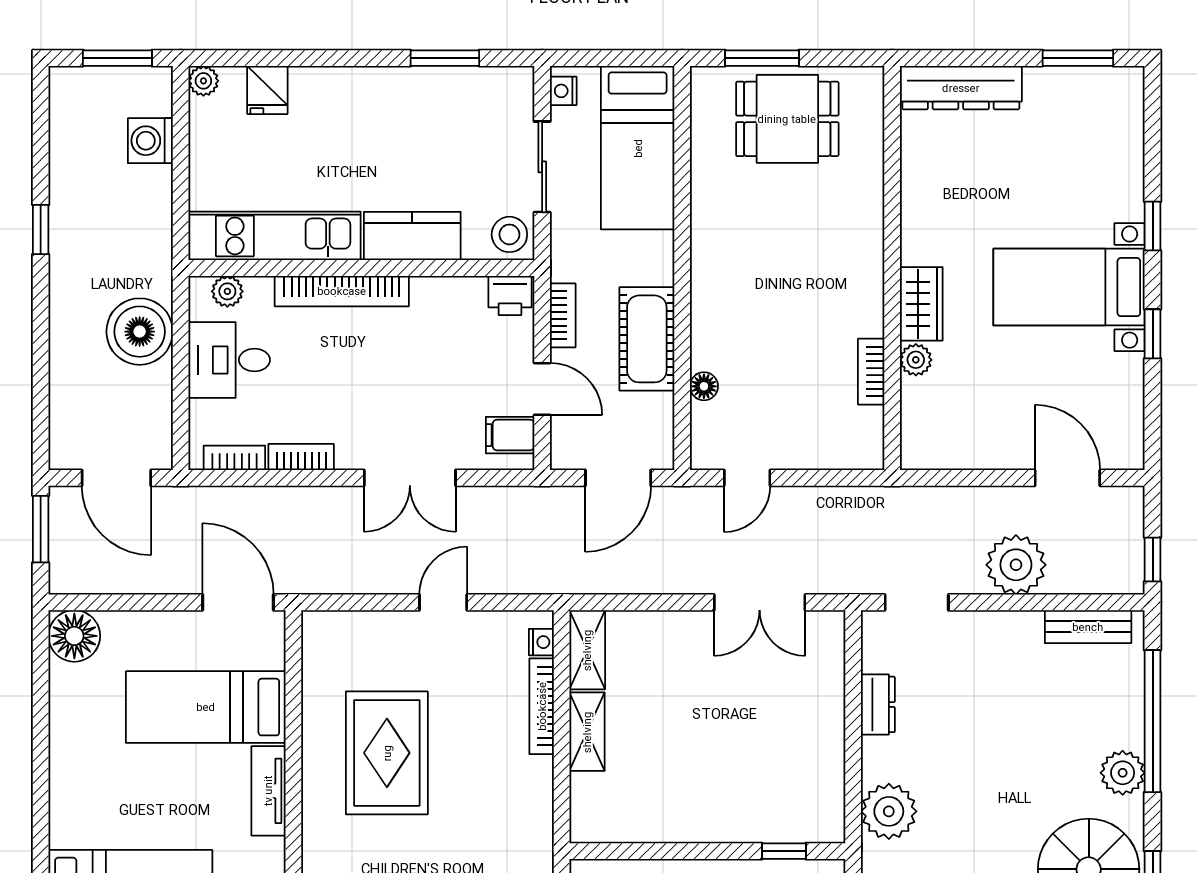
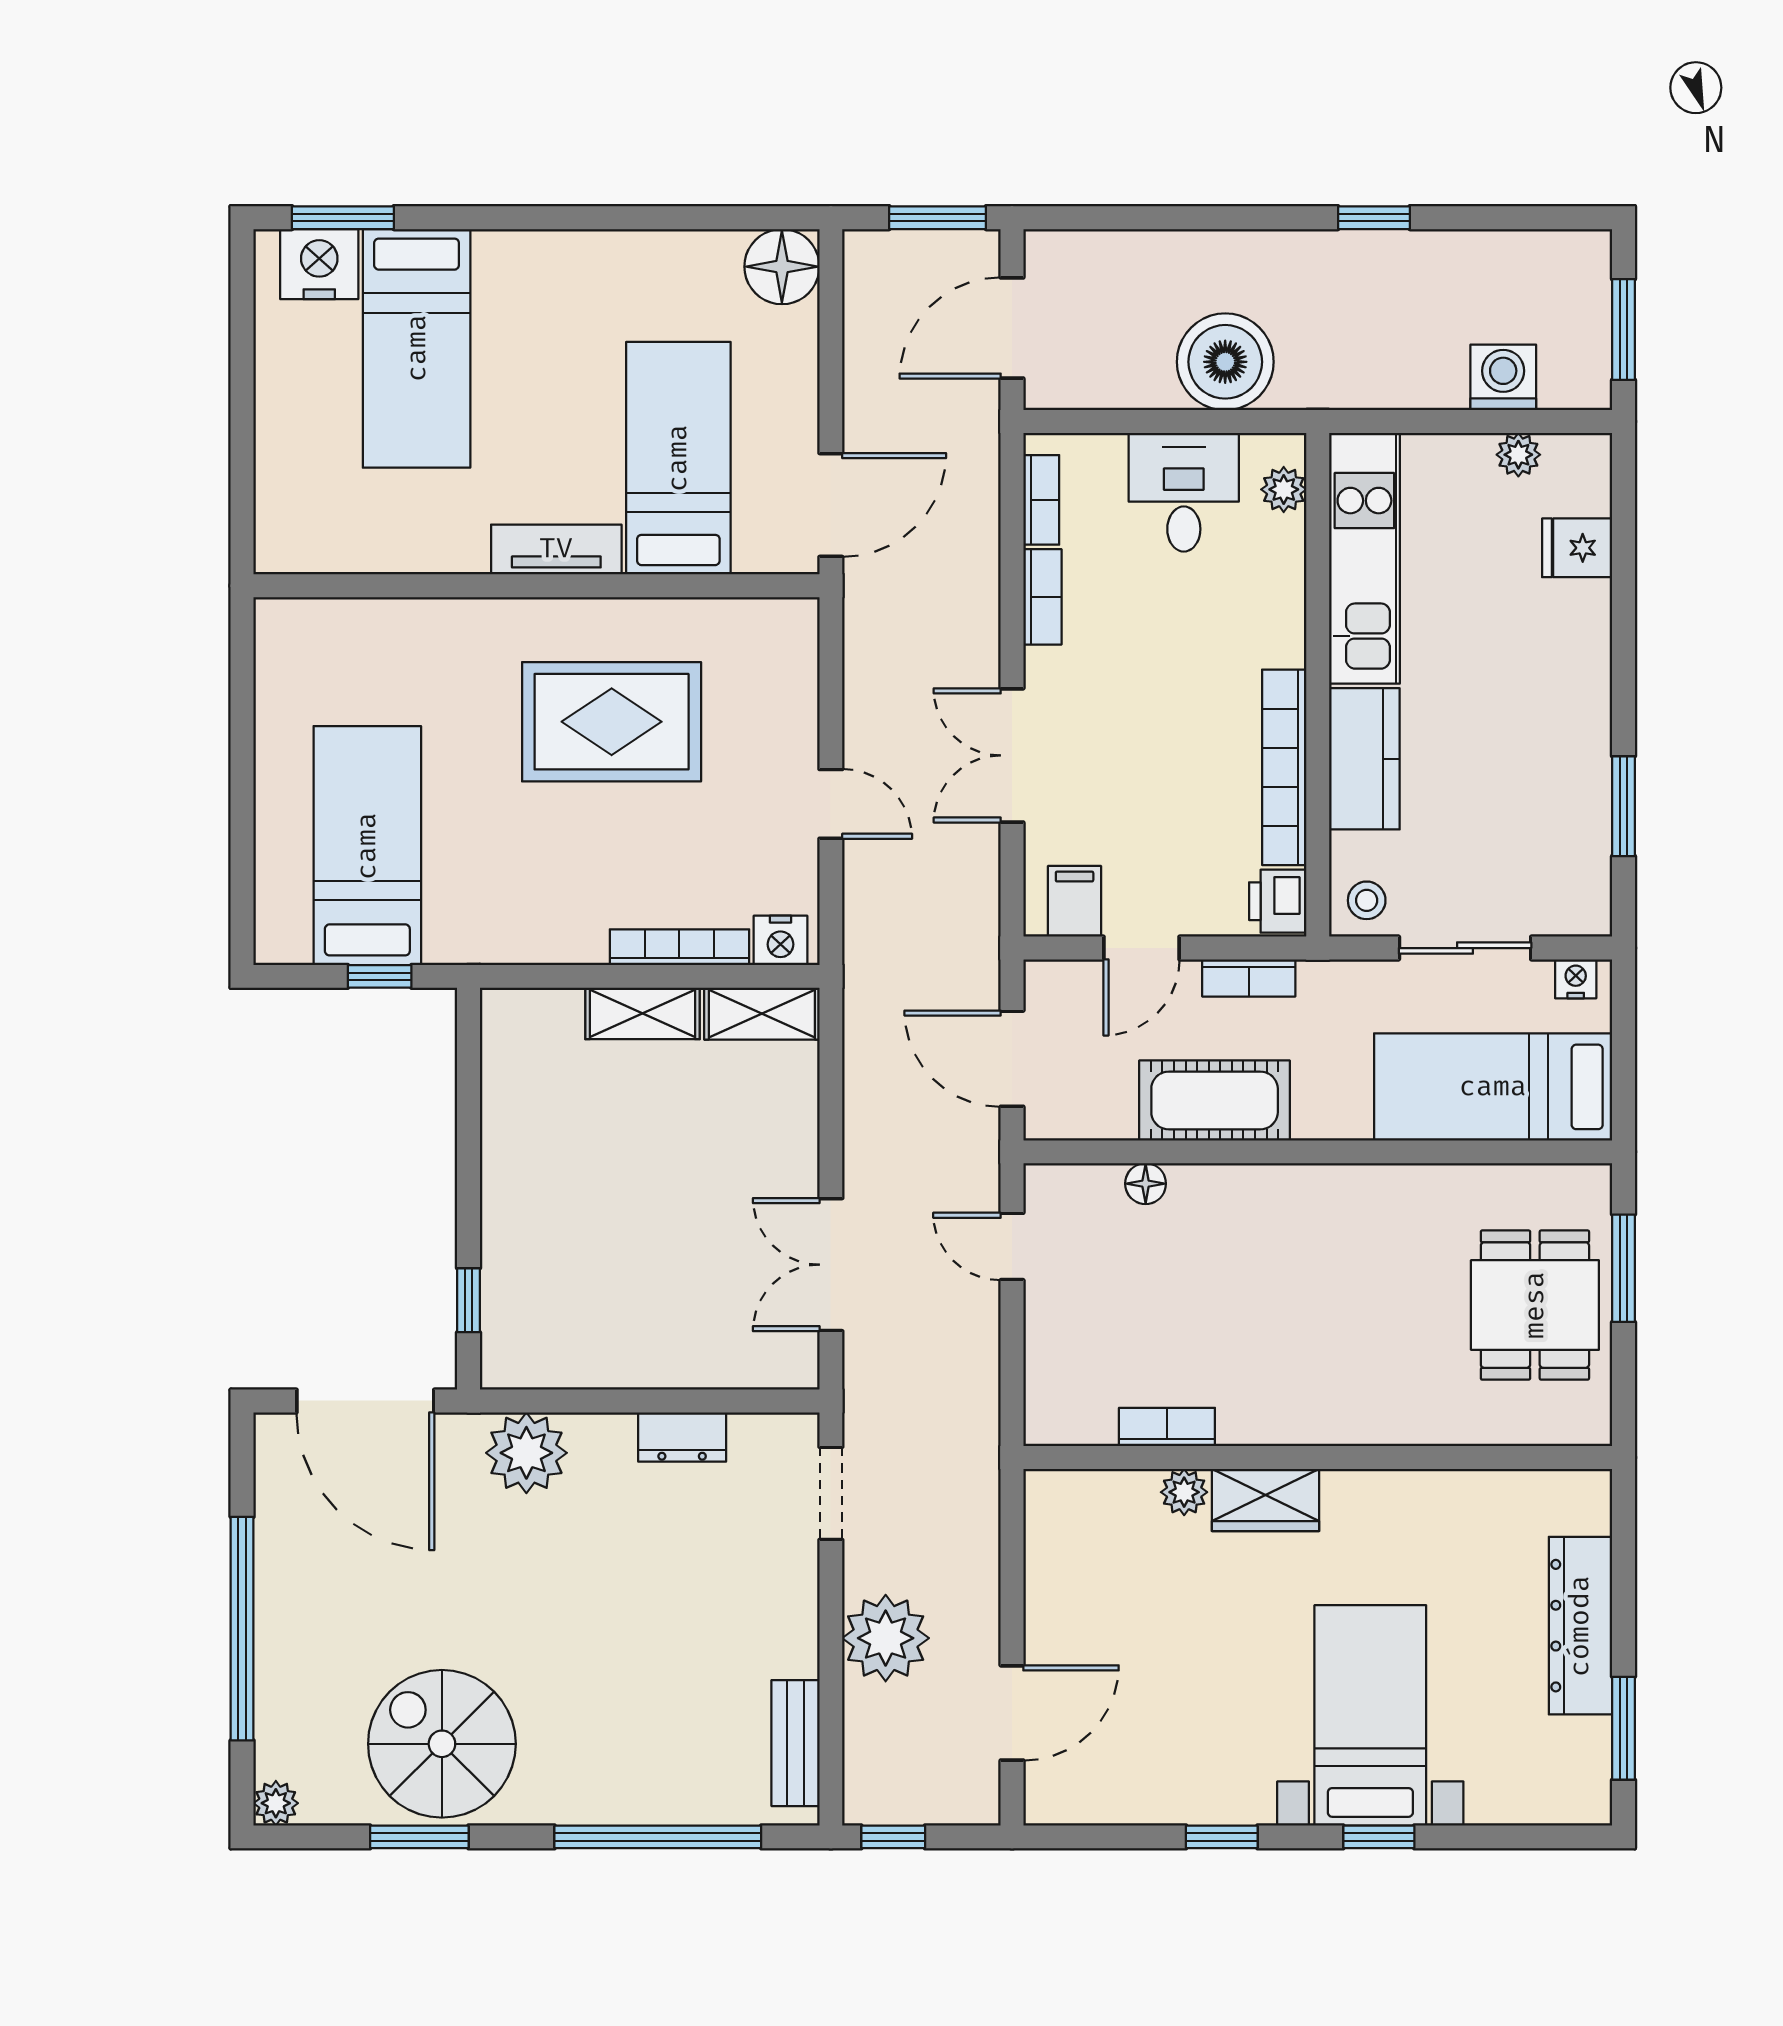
plant: (203, 81) -> (1518, 455), moved
dresser: (961, 88) -> (1580, 1626), moved
stool: (509, 234) -> (1367, 900), width x0.73, depth x0.73
bed with nightstands: (1069, 287) -> (1370, 1715), moved
bookcase: (342, 291) -> (1284, 767), moved
nightstand: (541, 642) -> (780, 940), width x1.39, depth x1.35
plant: (1123, 773) -> (583, 1793), removed

